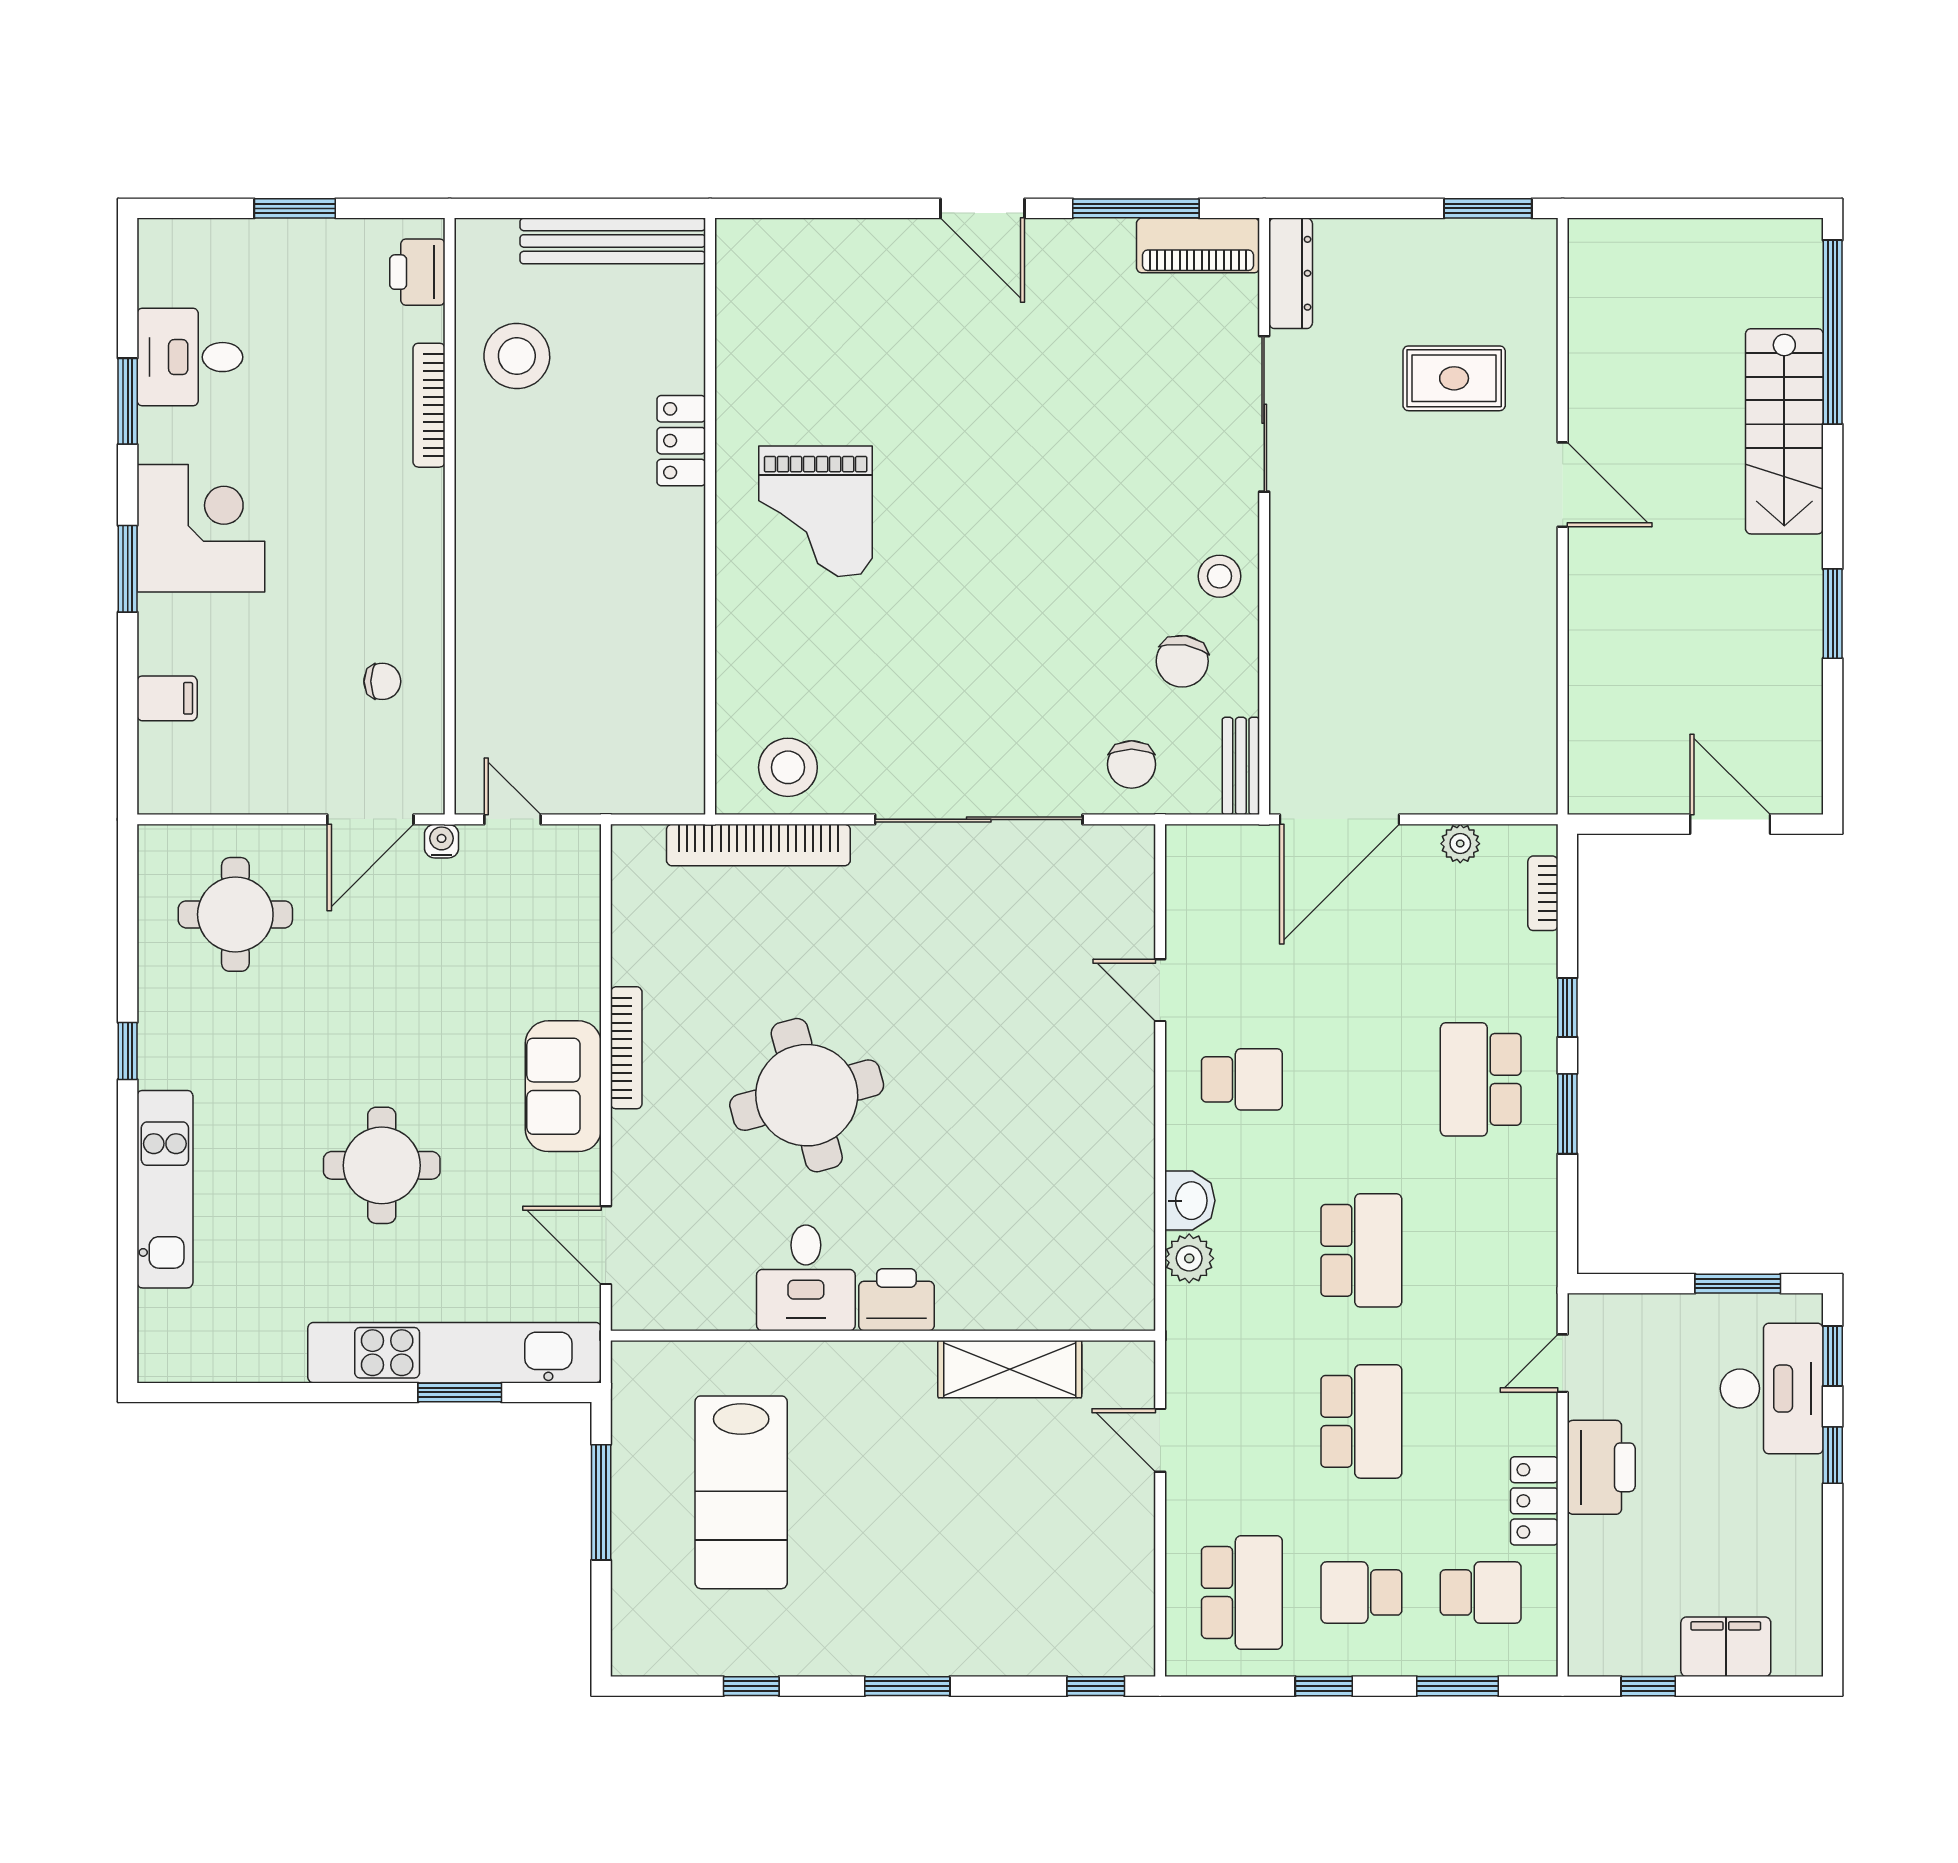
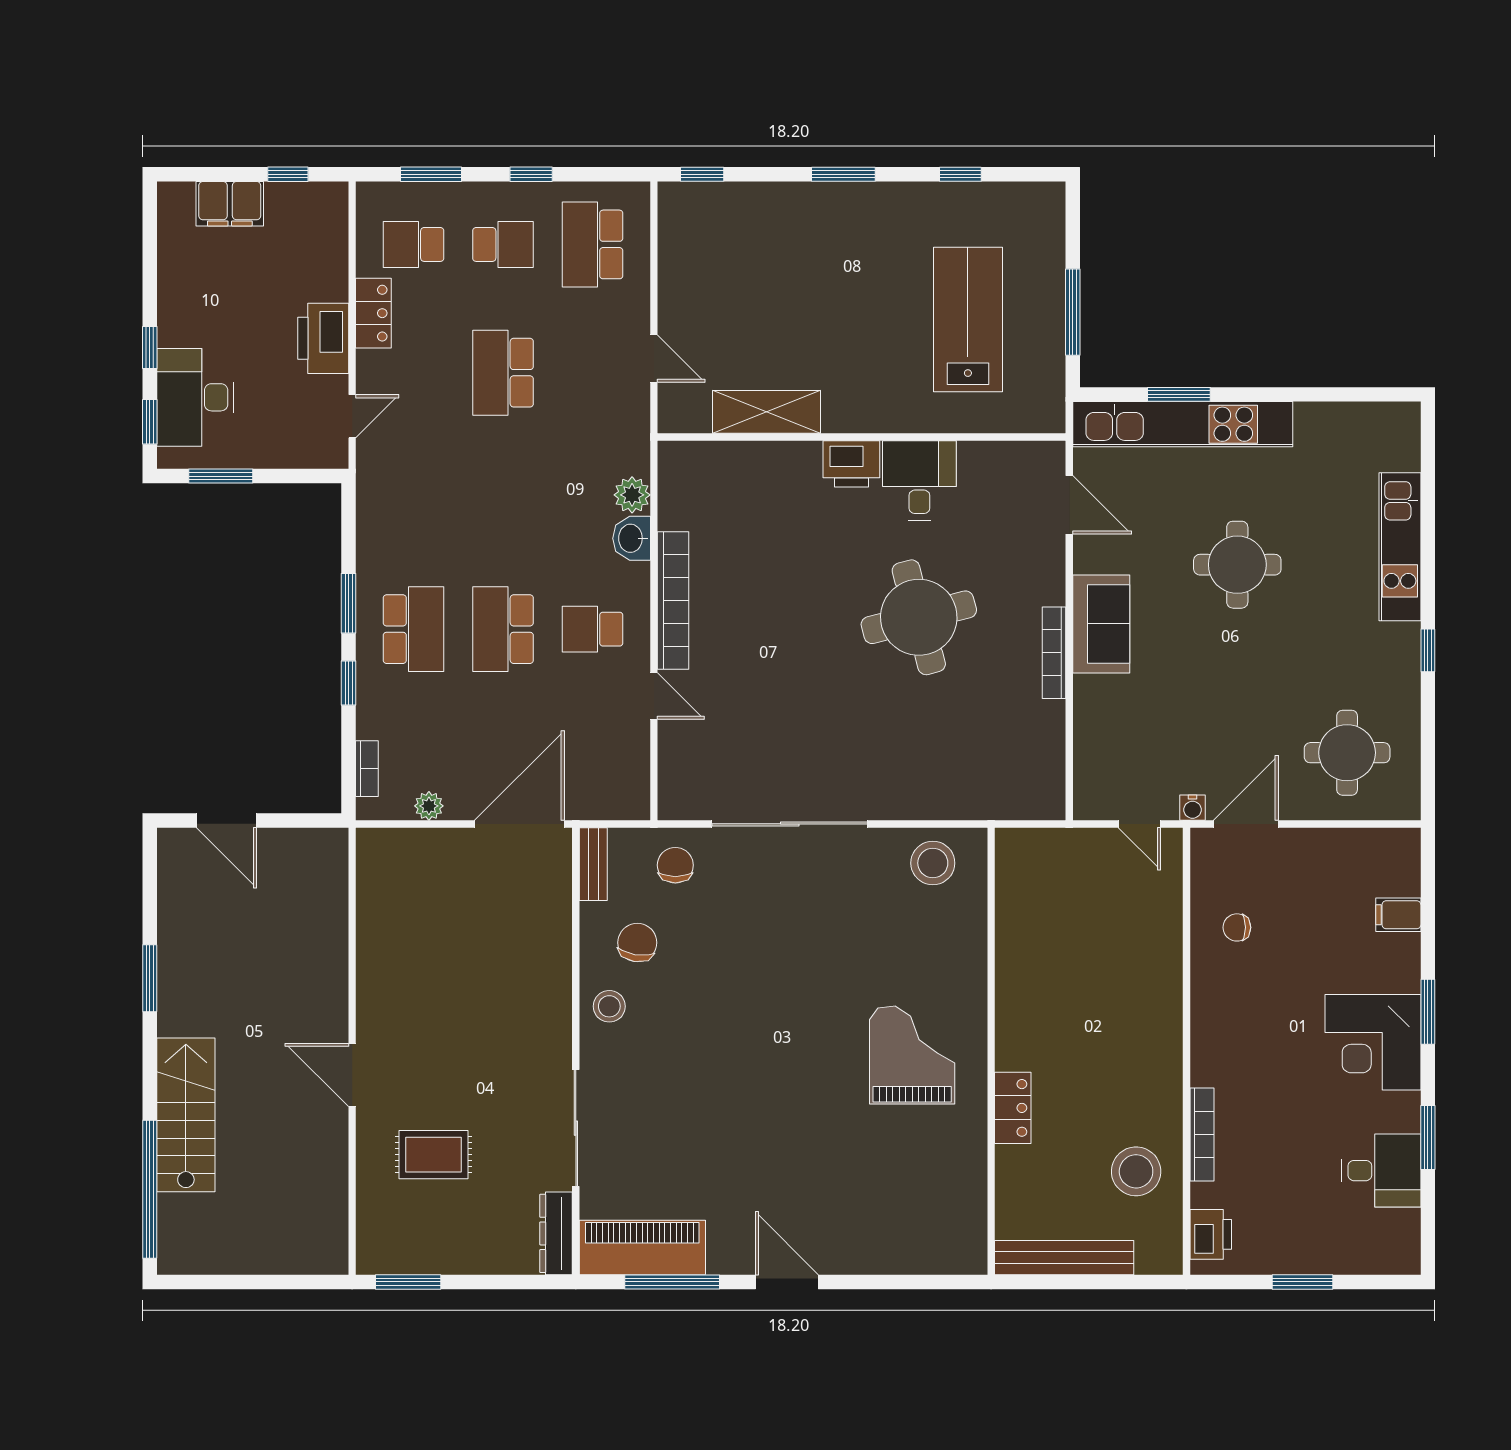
piano: (1198, 245) -> (642, 1248), width x1.37, depth x1.33
bookcase: (758, 845) -> (673, 600), moved, turned 90
school desk: (1361, 1250) -> (503, 629), moved

